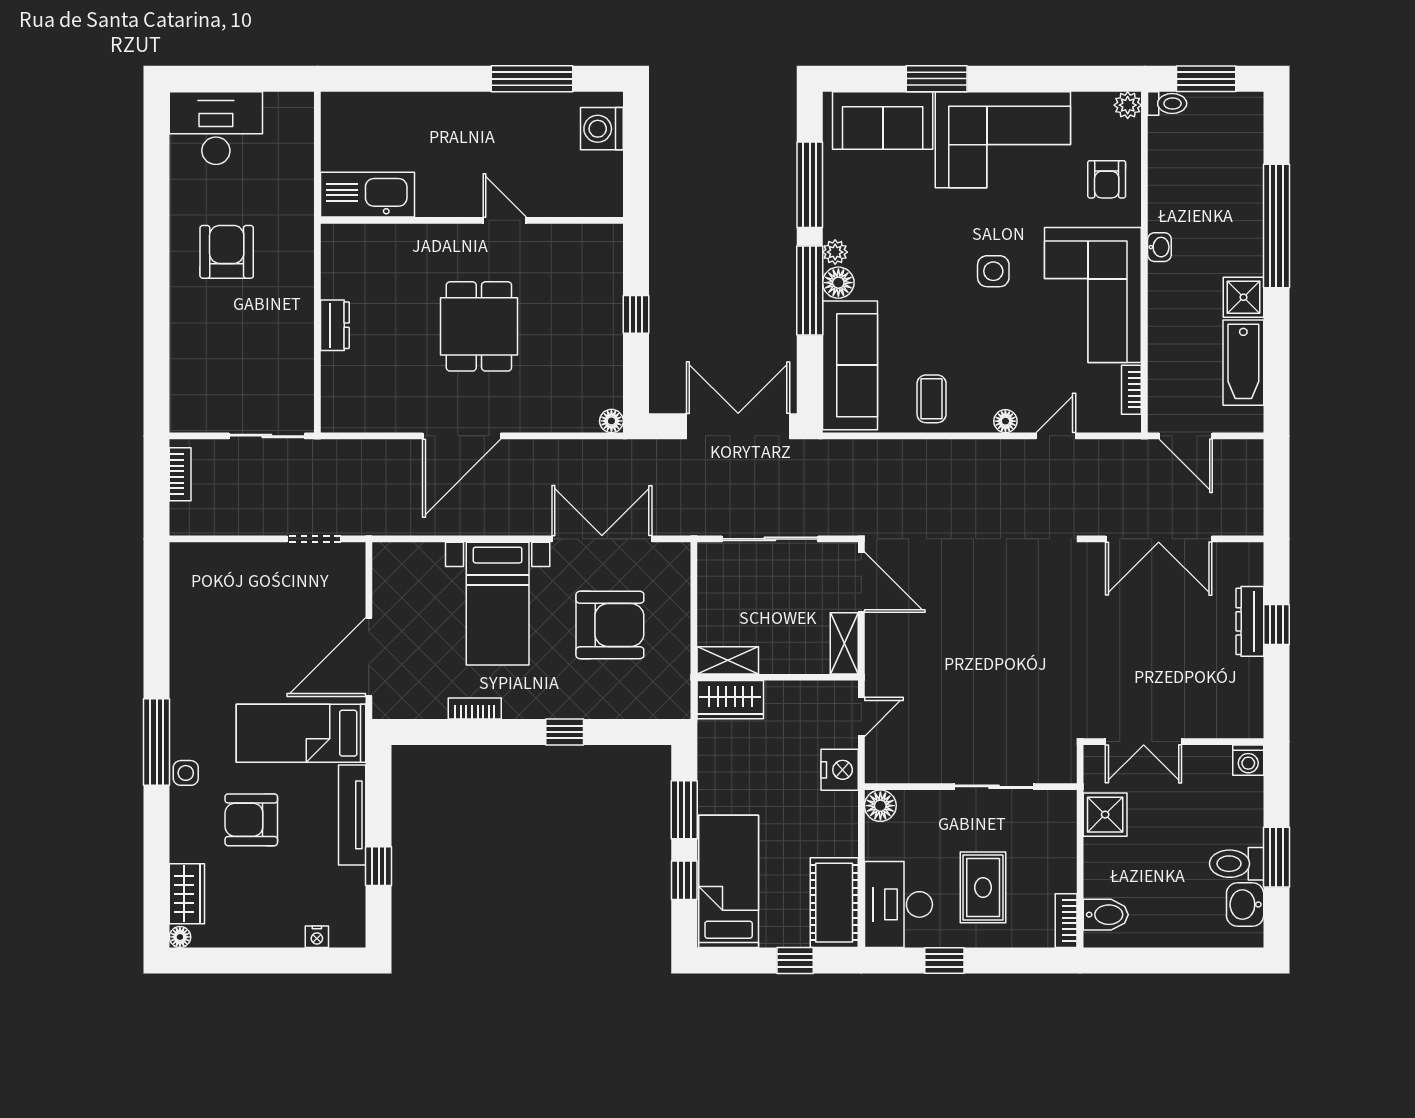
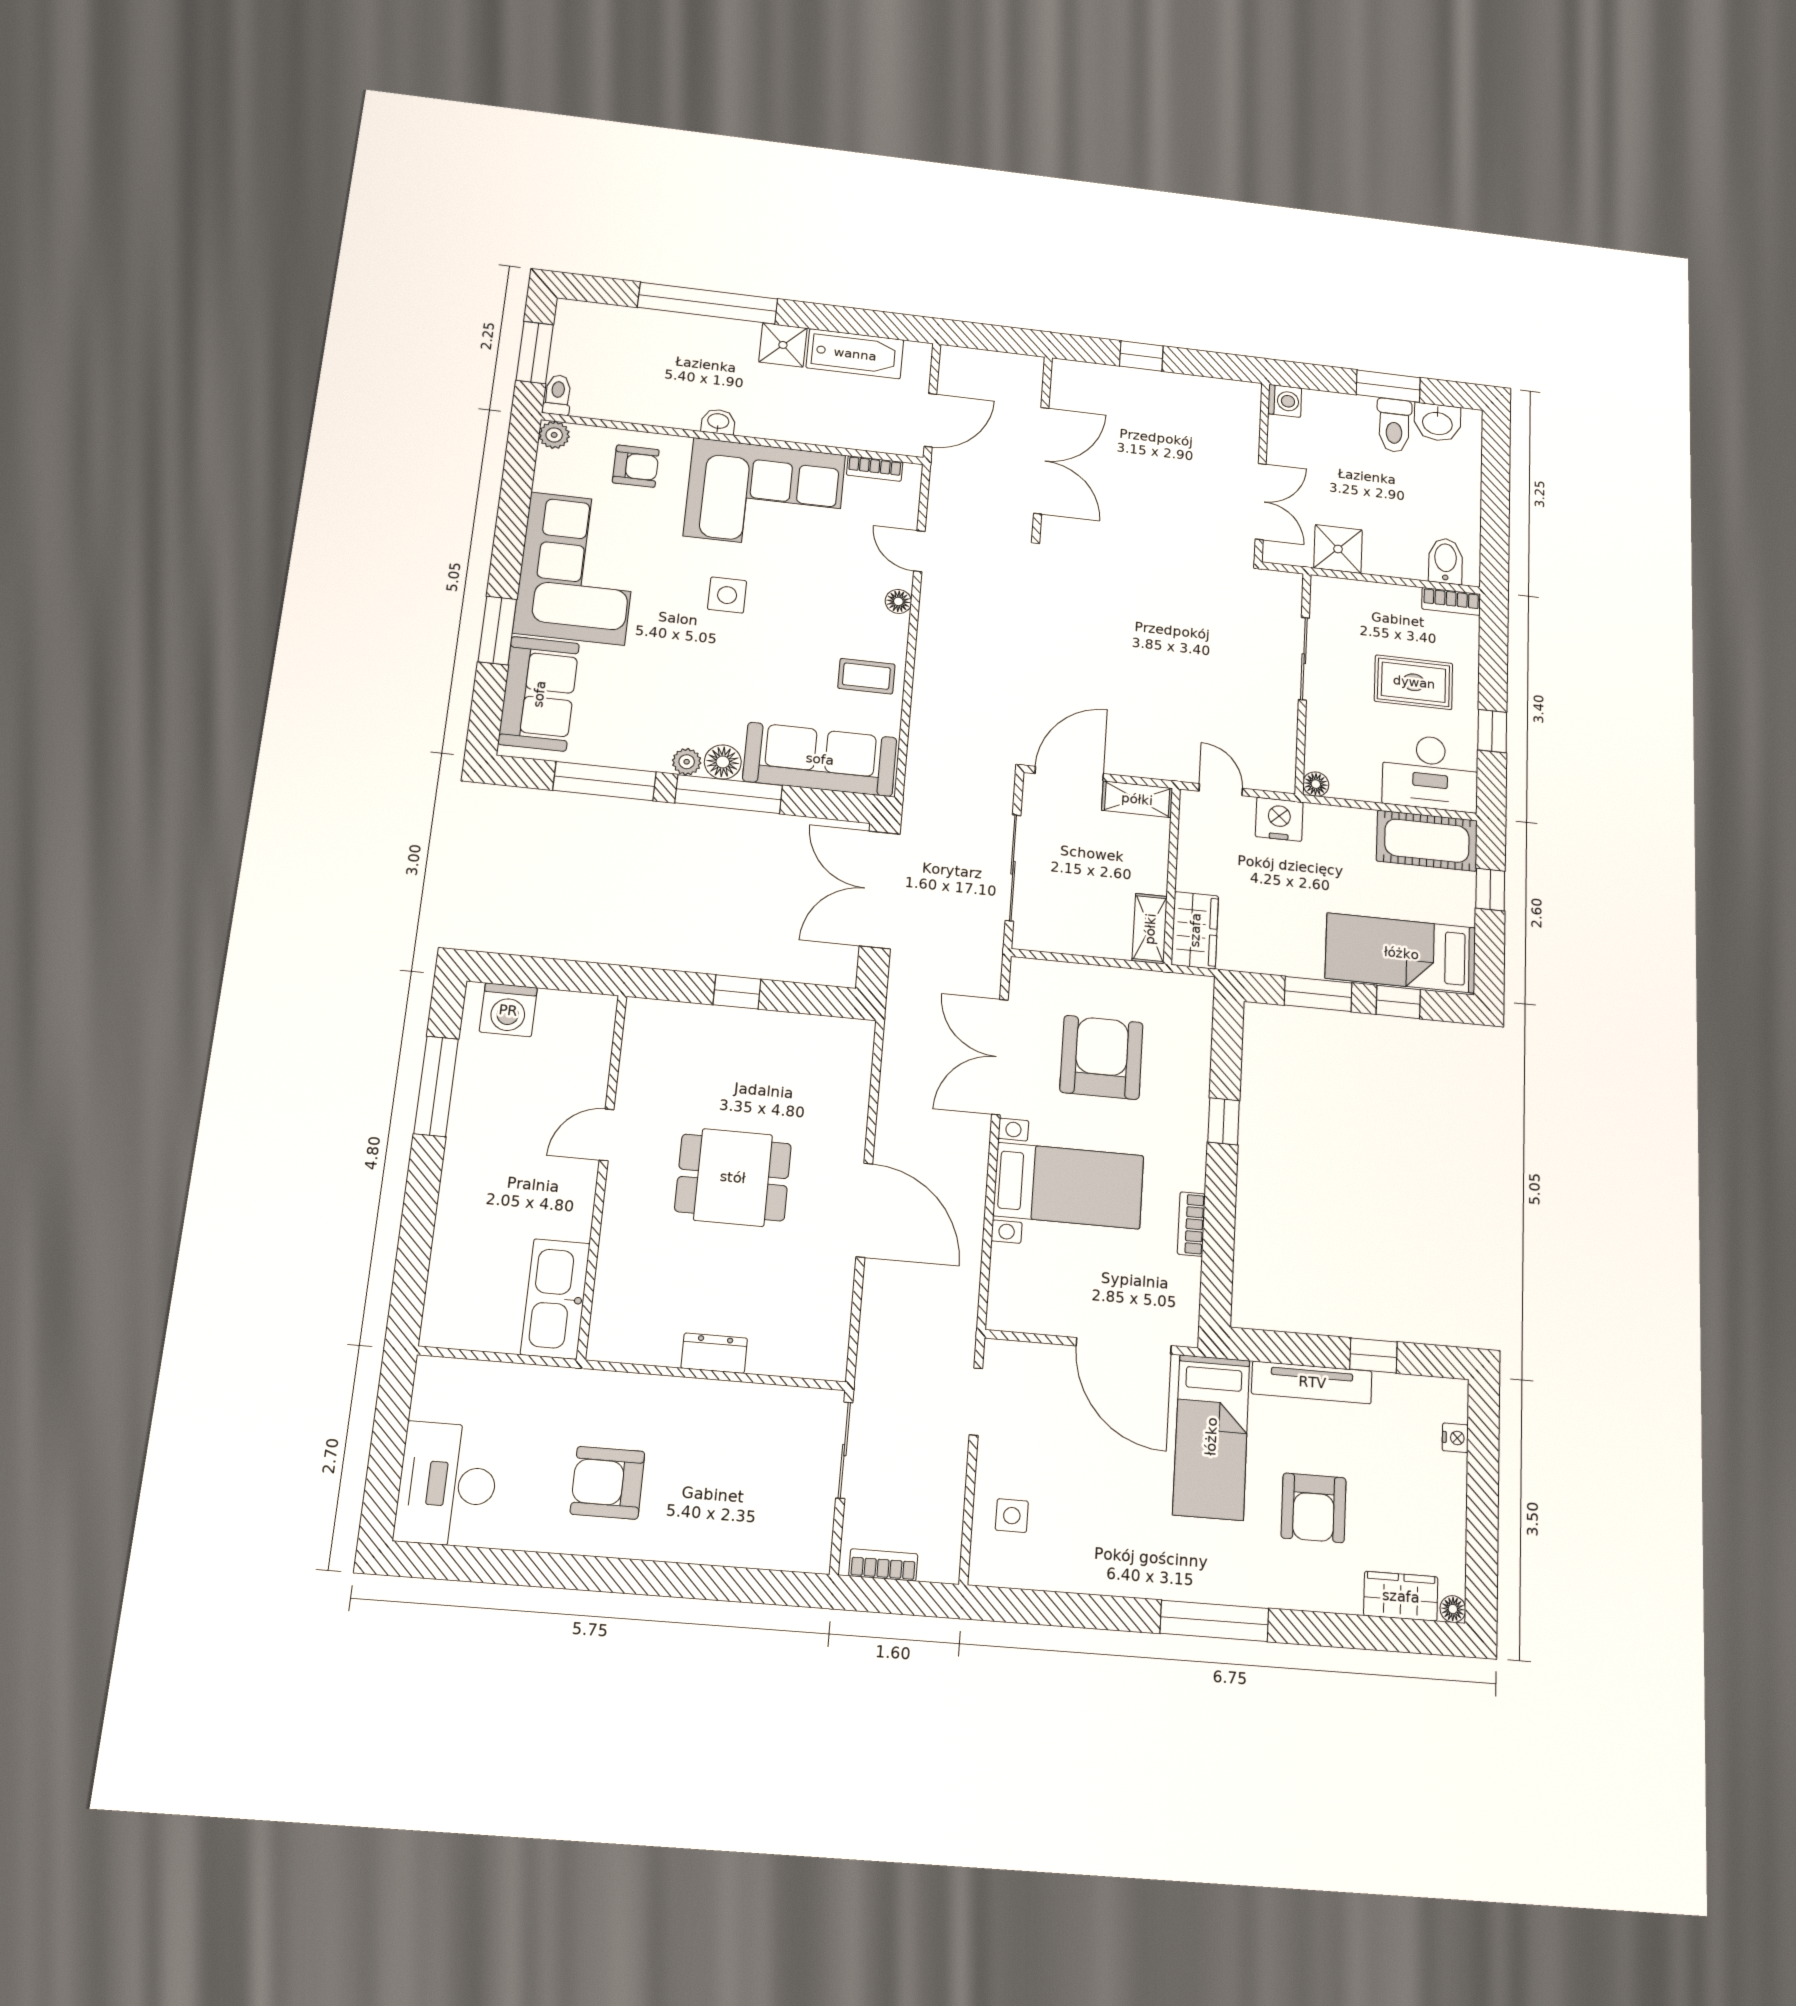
floor lamp: (611, 421) -> (861, 1032), removed
dresser: (1250, 621) -> (1136, 381), removed
side table: (186, 773) -> (1012, 1516), moved
floor lamp: (880, 806) -> (1316, 784), width x0.73, depth x0.73

